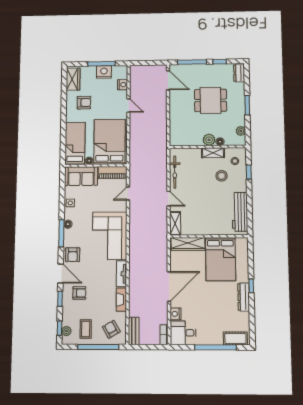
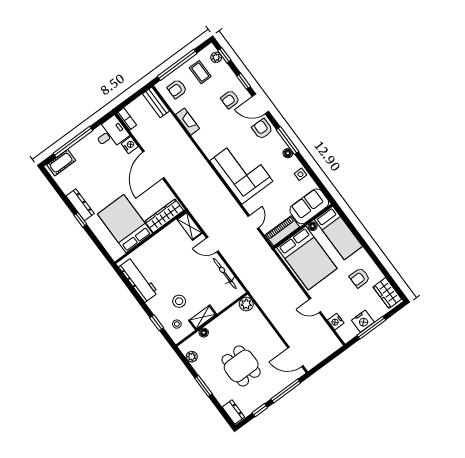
dining table: (211, 100) -> (241, 366), turned 90
plant: (209, 140) -> (246, 304), moved
tv unit: (121, 274) -> (205, 145), removed
armchair: (111, 329) -> (177, 89), turned 120

